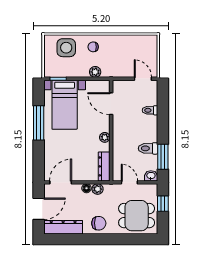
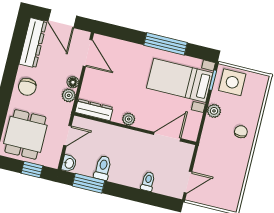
side table: (66, 48) -> (232, 82), moved
plant: (95, 72) -> (214, 111), moved

